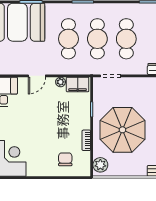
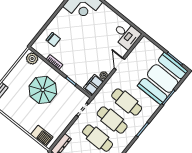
parasol: (122, 130) -> (43, 90), width x0.73, depth x0.73

